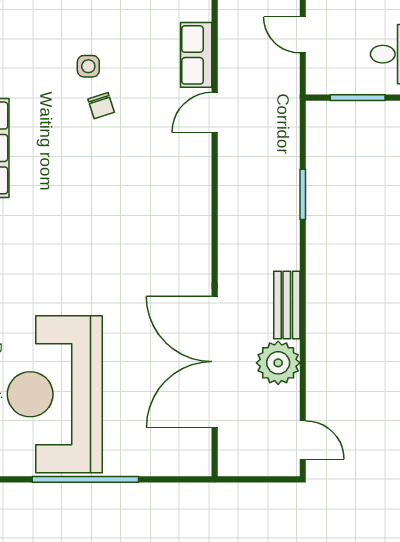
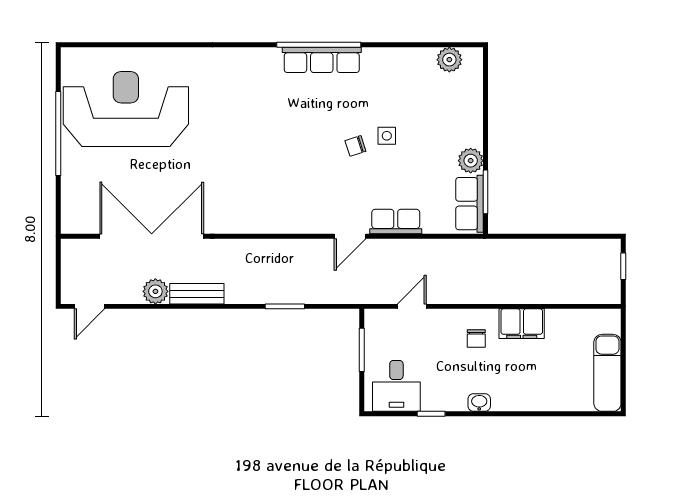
door: (215, 112) -> (350, 236), swing flipped
plant: (278, 363) -> (155, 291), width x0.73, depth x0.73

